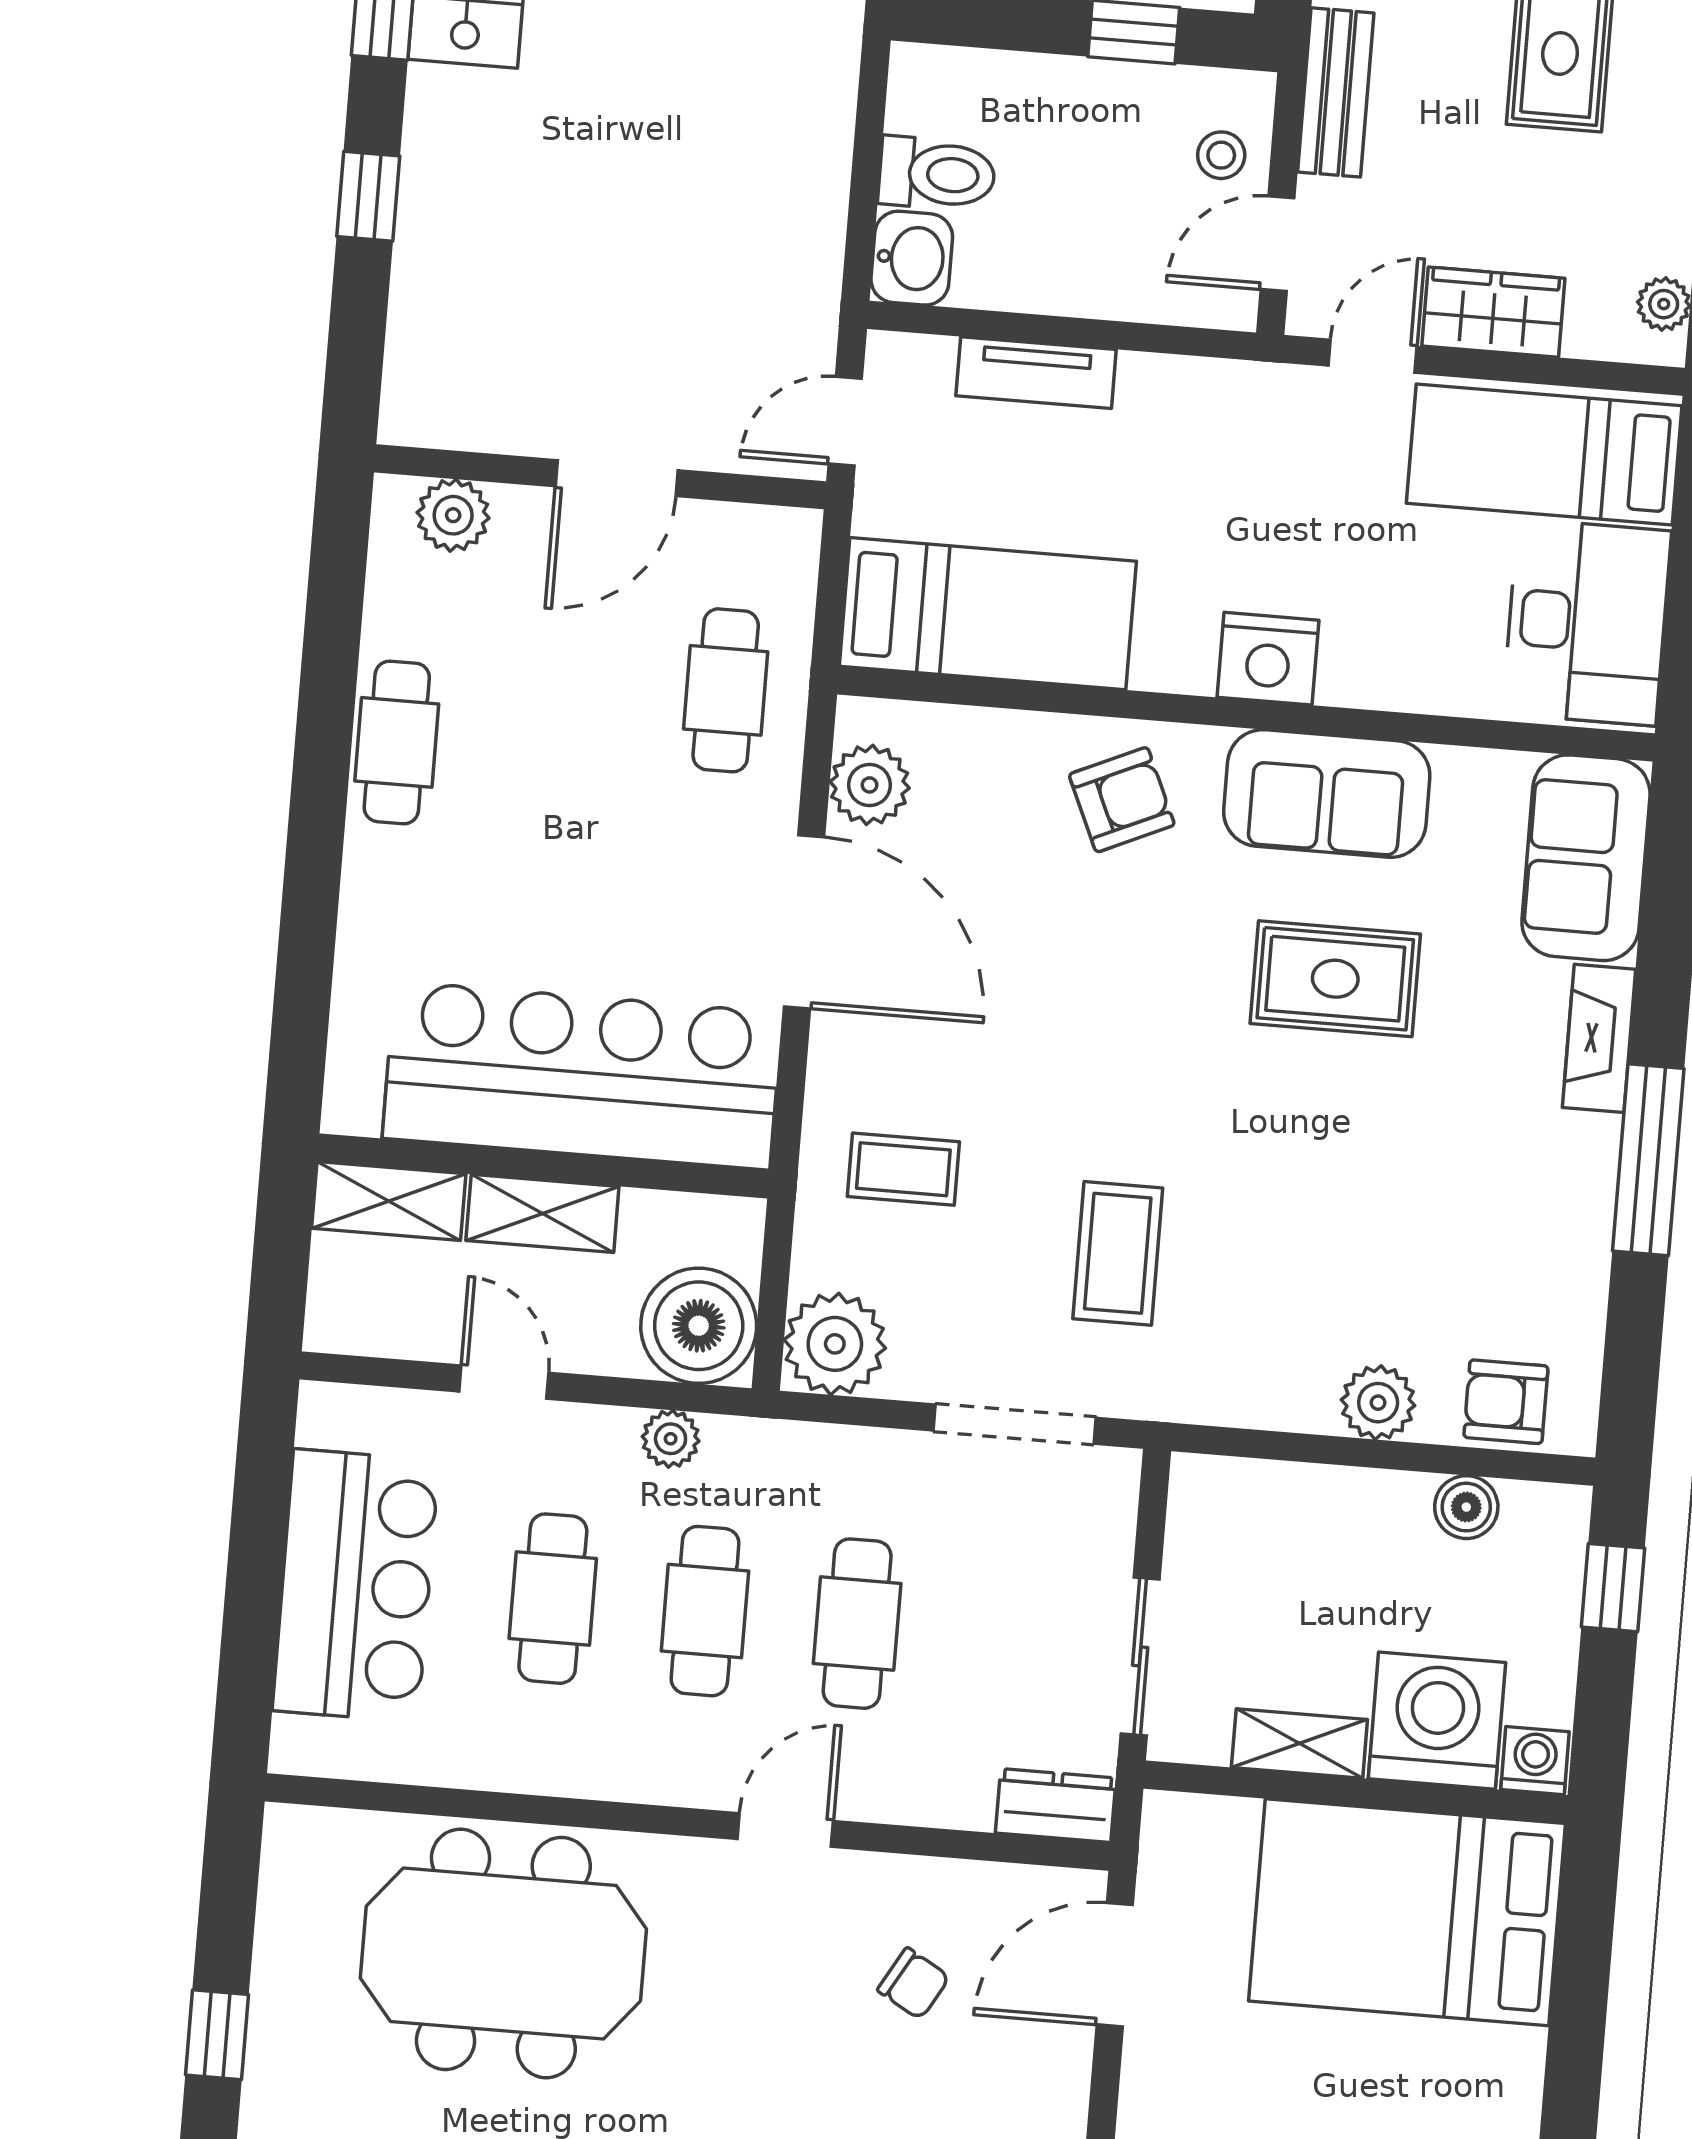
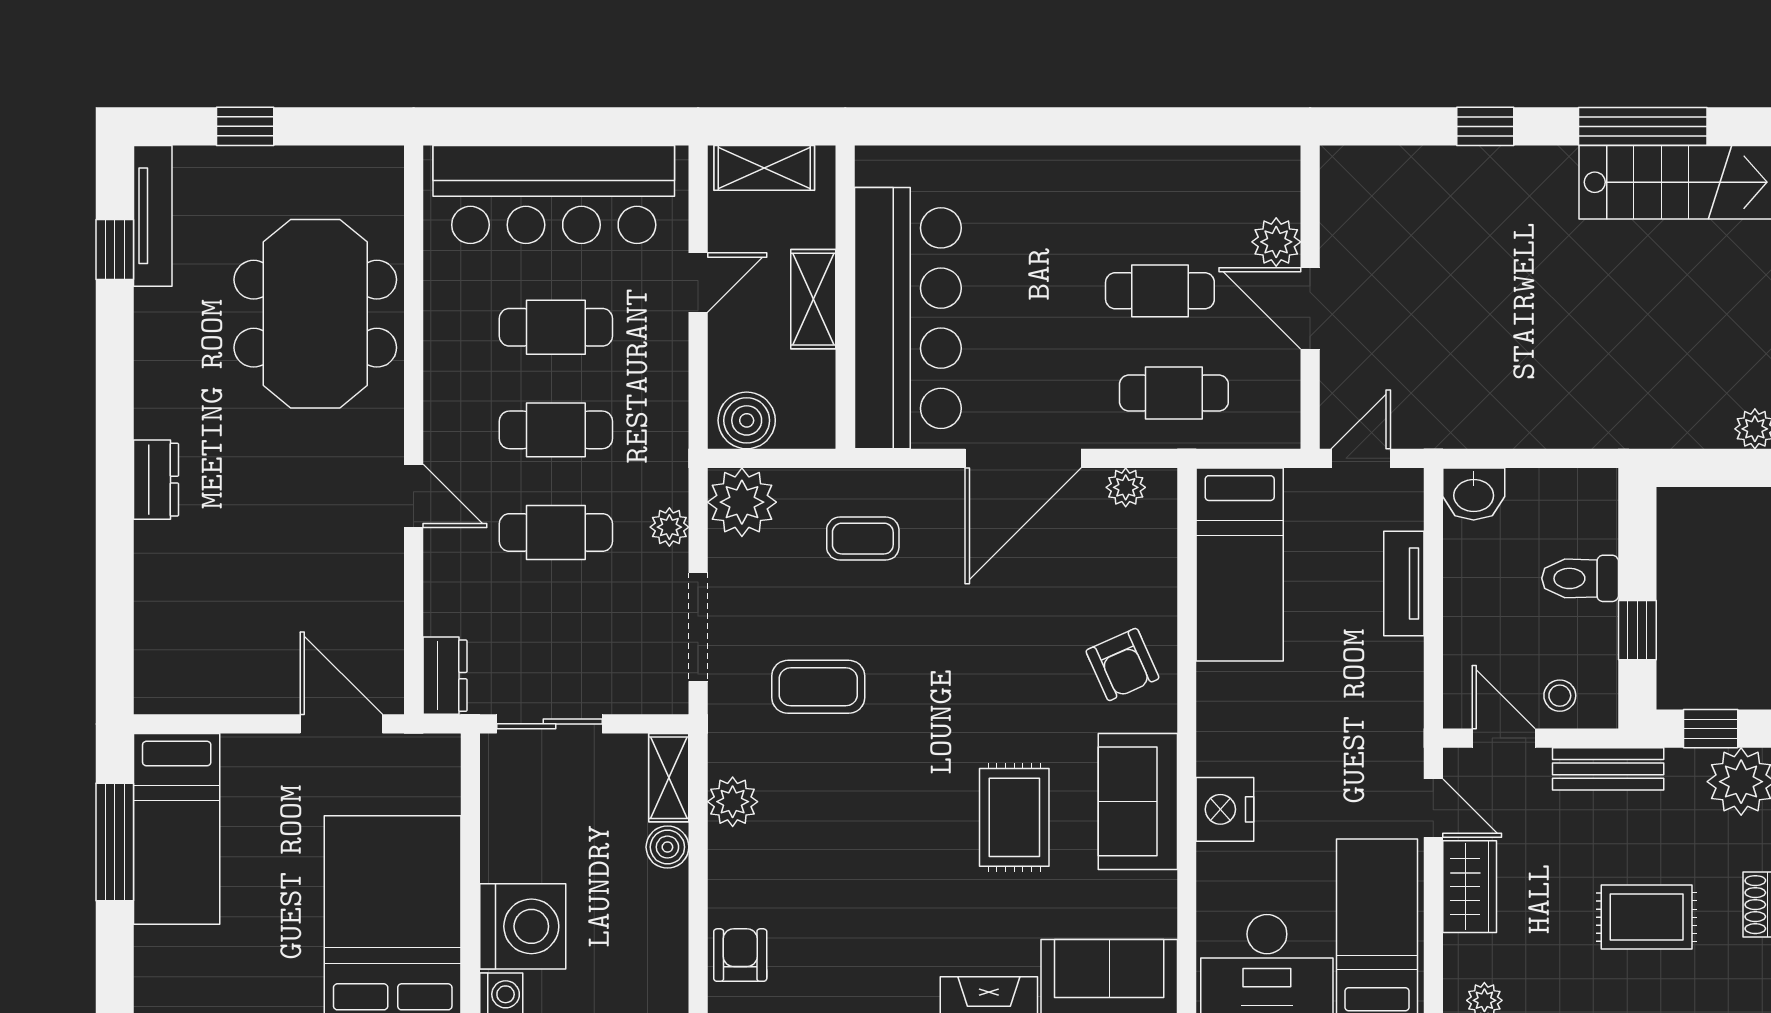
toilet: (937, 174) -> (1580, 578), moved, turned 90
door: (845, 421) -> (1361, 458), hinge flipped
plant: (453, 515) -> (1276, 242), moved
nightstand: (1268, 659) -> (1225, 809), moved
cafe table: (397, 742) -> (1160, 291), moved
plant: (870, 785) -> (1126, 487), width x0.73, depth x0.73
coffee table: (903, 1169) -> (863, 539), turned 90
shelving: (389, 1201) -> (764, 168), moved, turned 90
boiler: (699, 1326) -> (747, 420), width x0.73, depth x0.73
plant: (1378, 1403) -> (733, 802), moved
plant: (671, 1439) -> (669, 527), moved
boiler: (1466, 1507) -> (667, 847), moved
bar counter: (356, 1586) -> (554, 194), width x1.36
shelving: (1299, 1743) -> (669, 778), moved
chair: (914, 1984) -> (318, 590), removed

